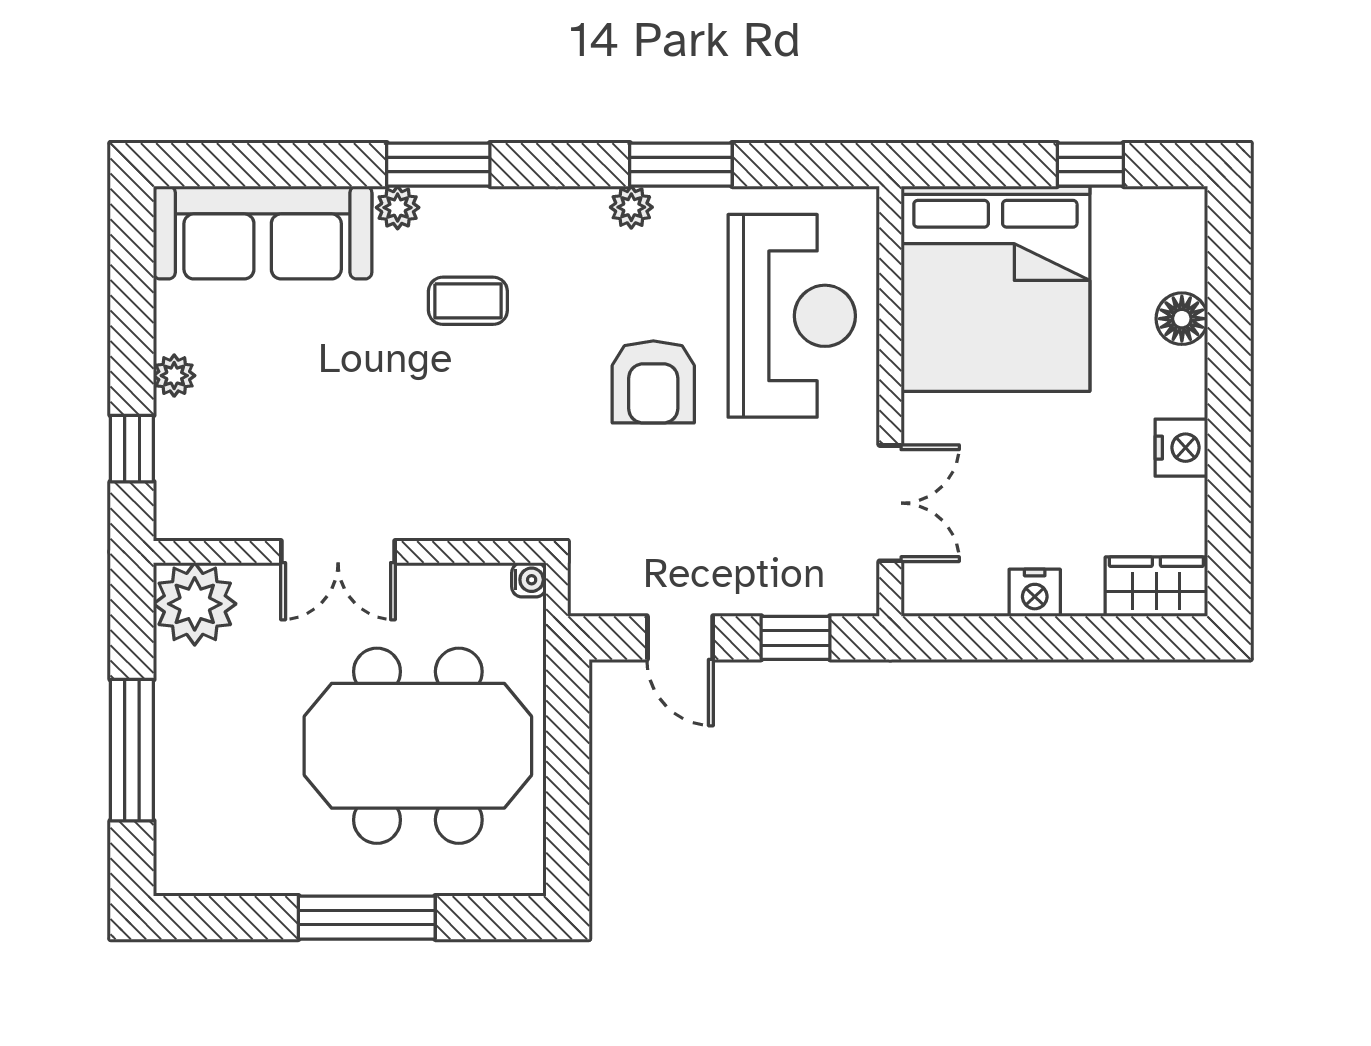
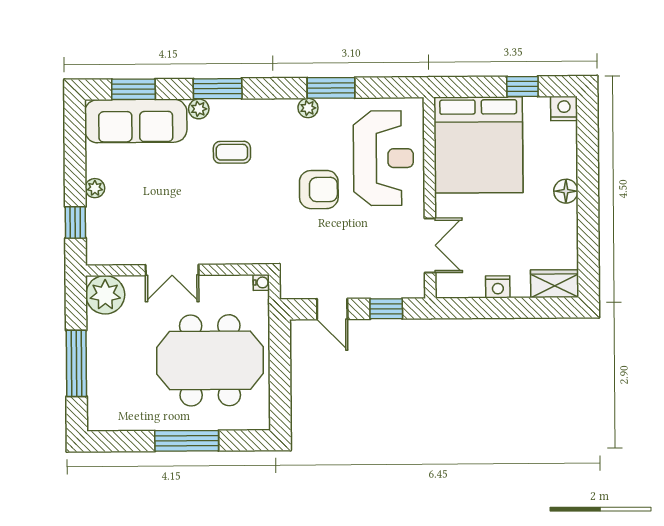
window: (258, 165) -> (133, 89), added
floor lamp: (1182, 319) -> (566, 191), moved
armchair: (653, 382) -> (319, 190), turned -90
nightstand: (1181, 448) -> (564, 109), moved, turned -90

